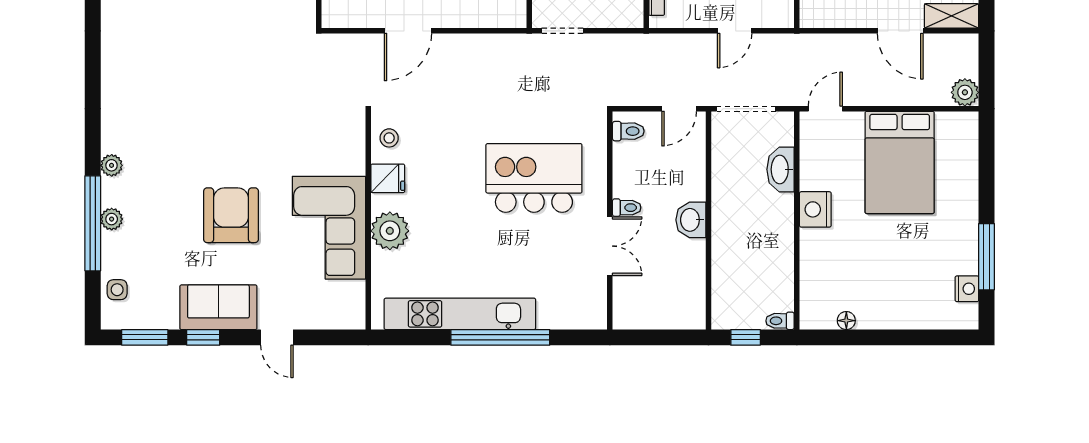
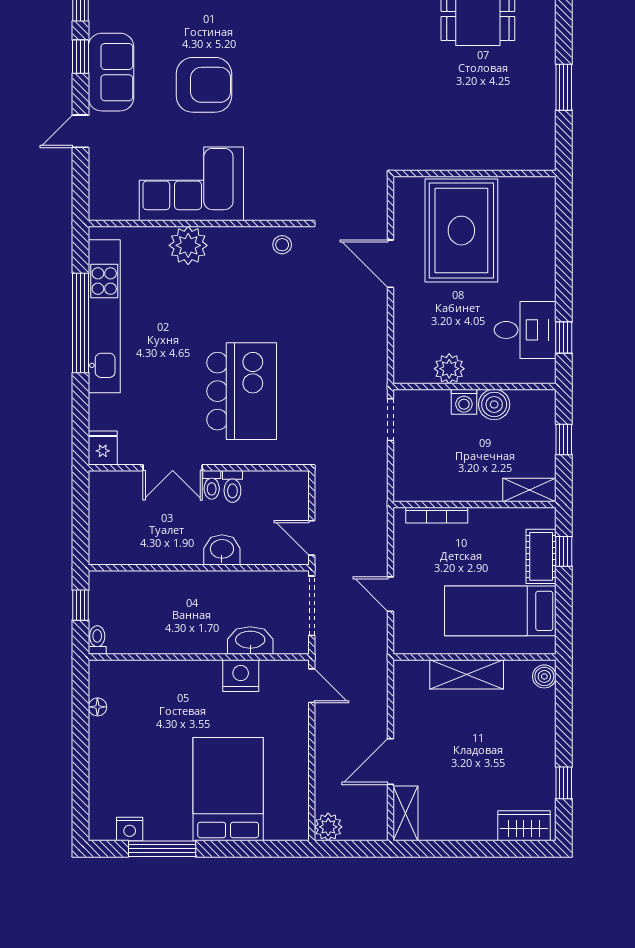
toilet: (628, 131) -> (232, 486), moved
bed: (900, 162) -> (228, 789), moved, turned 90
fridge: (388, 178) -> (103, 448), moved, turned 180
nightstand: (815, 209) -> (241, 676), moved
washbasin: (691, 220) -> (222, 550), moved
window: (500, 337) -> (81, 323), moved

